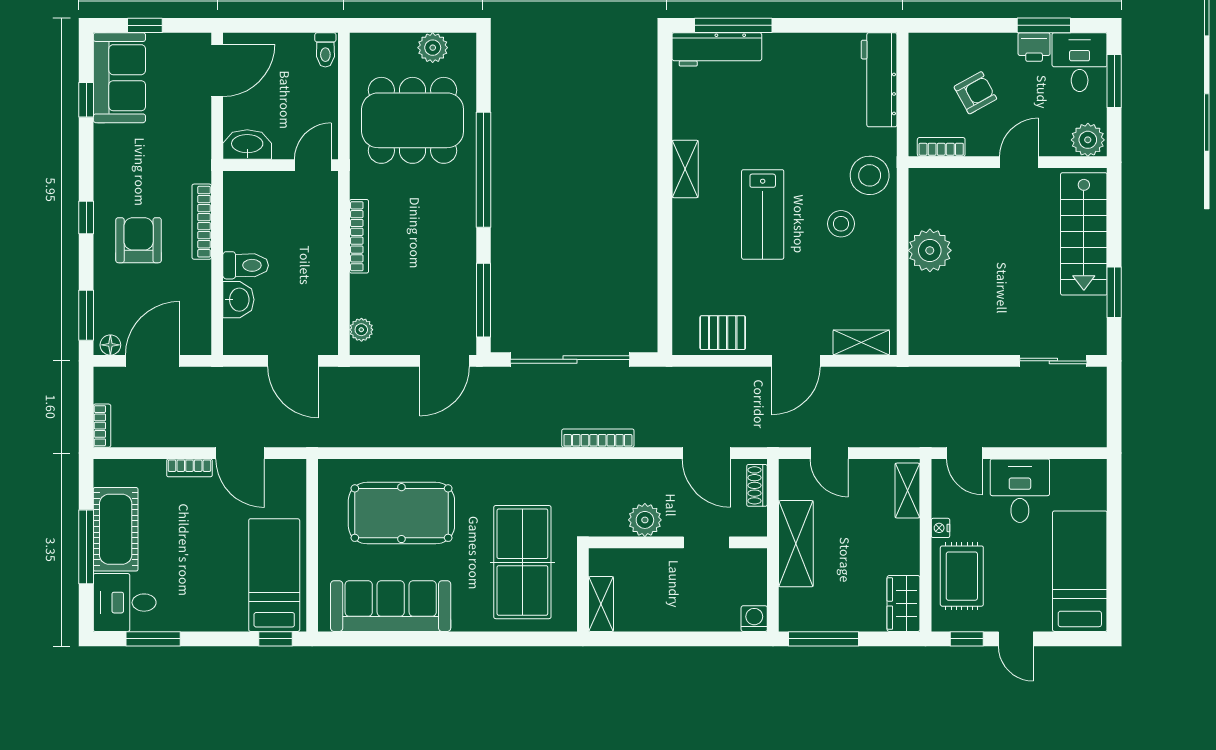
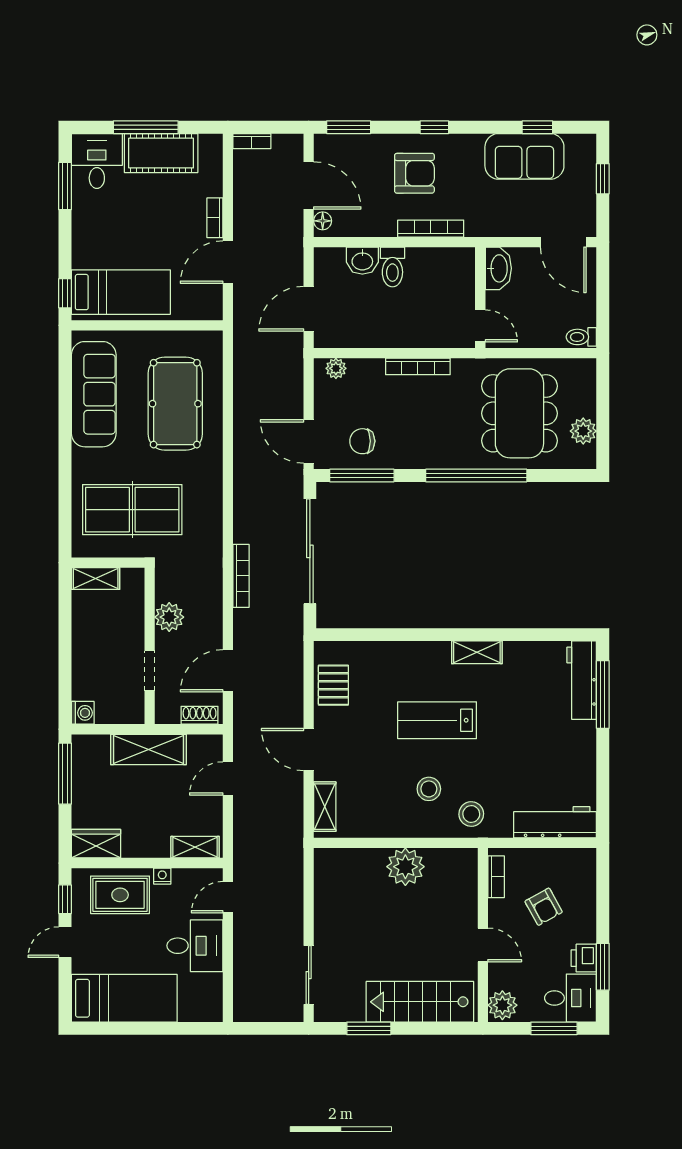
sofa: (119, 78) -> (524, 156), moved
stool: (870, 175) -> (471, 814), width x0.73, depth x0.73
chair: (444, 300) -> (362, 441), added
floor lamp: (110, 345) -> (323, 221), moved

